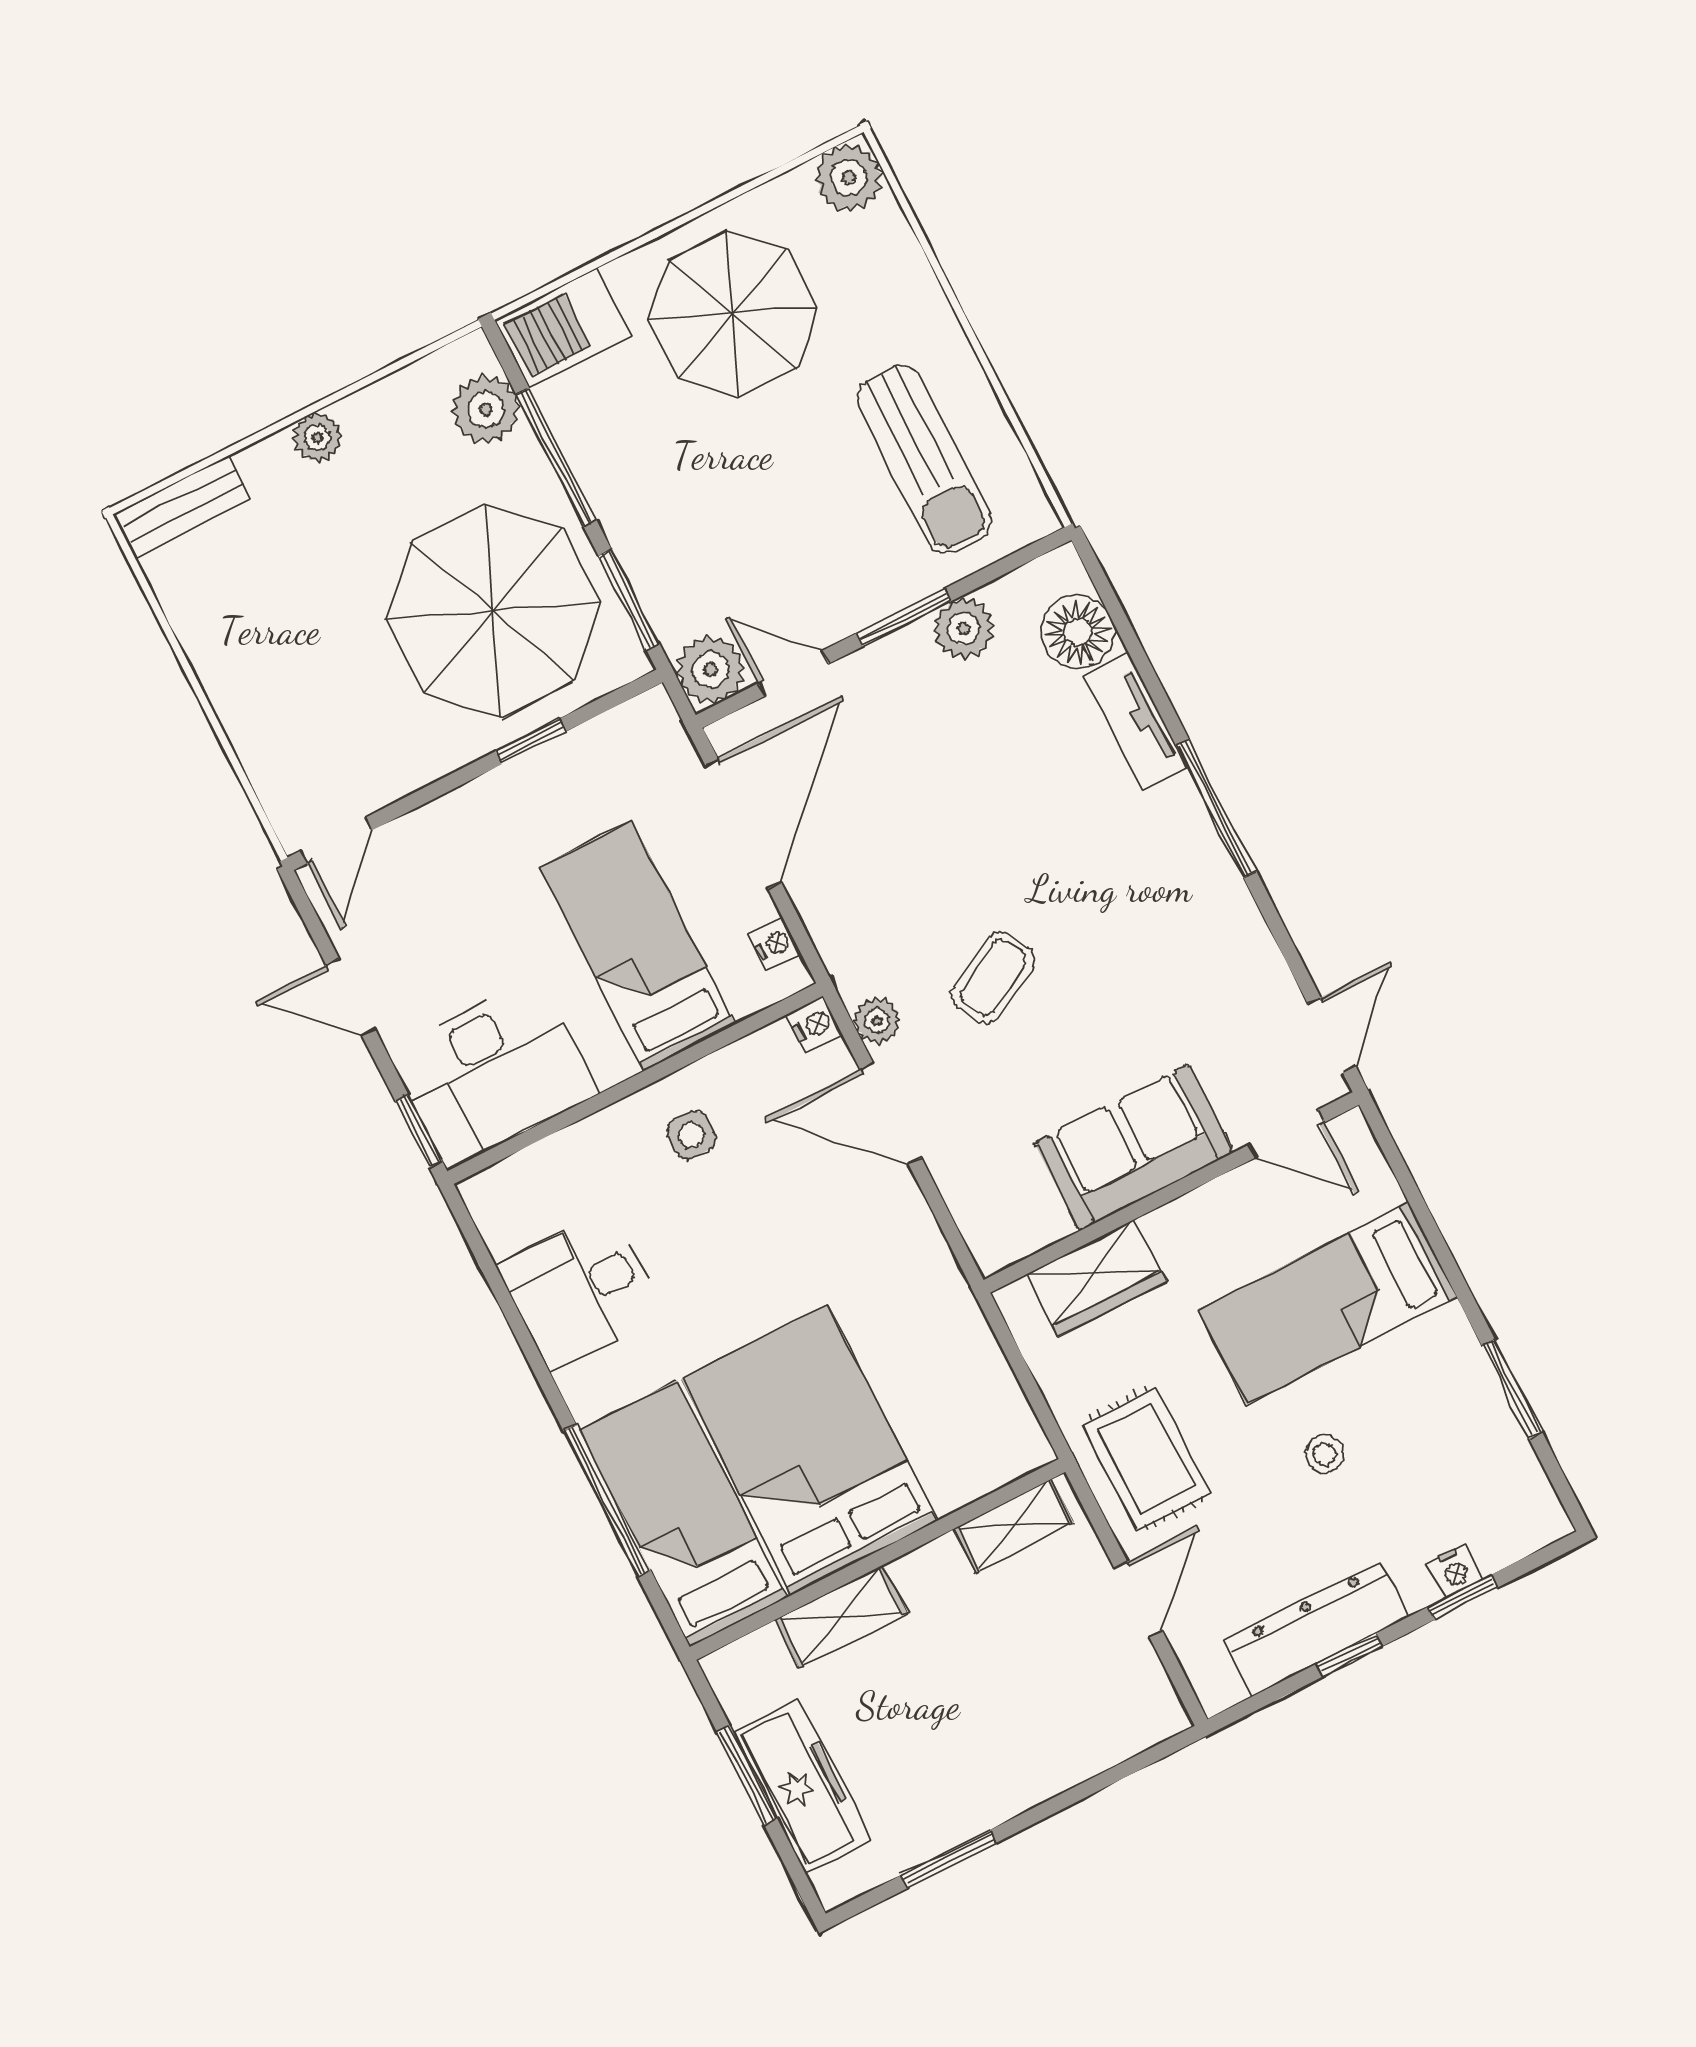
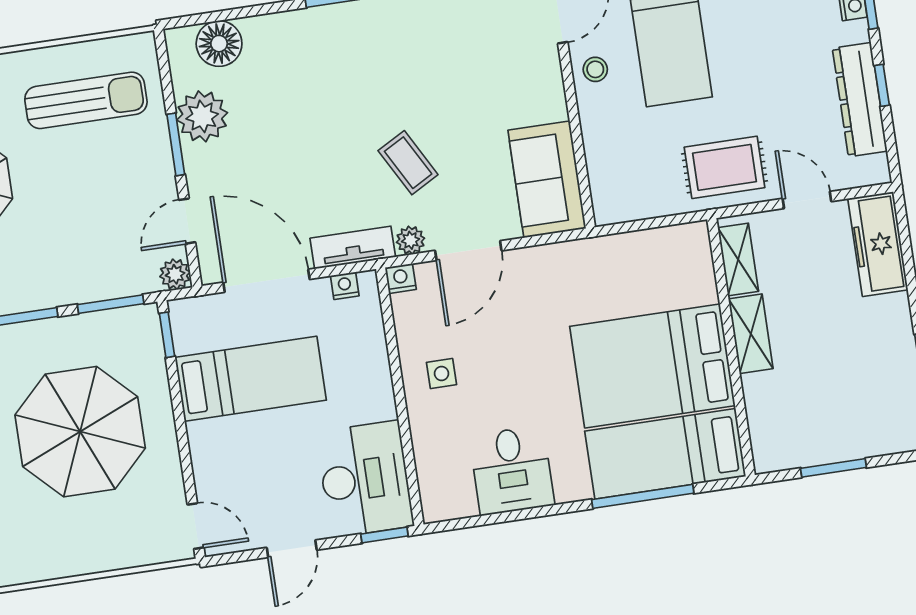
parasol: (493, 611) -> (80, 432), moved
plant: (964, 628) -> (202, 116), width x1.36, depth x1.36
plant: (711, 670) -> (175, 274), width x0.73, depth x0.73
tv unit: (1136, 722) -> (353, 248), moved, turned 180
window: (530, 742) -> (167, 335), moved
bed: (638, 946) -> (251, 379), moved, turned 180
sofa: (1134, 1147) -> (547, 179), moved
wardrobe: (1096, 1278) -> (607, 161), removed
stool: (1325, 1454) -> (595, 69), moved
shelving: (841, 1616) -> (751, 334), moved
freezer: (802, 1786) -> (878, 244), moved, turned -90

